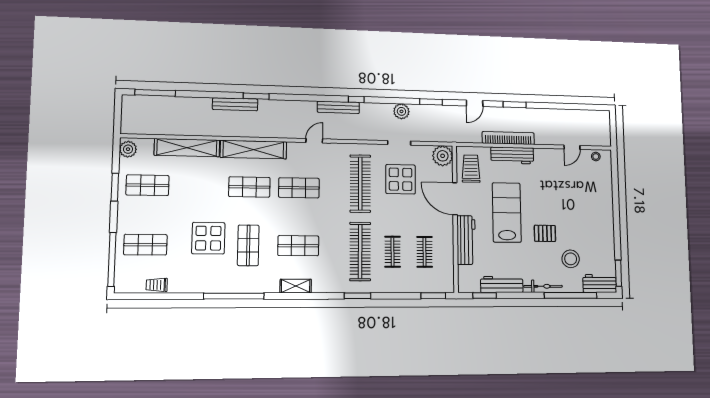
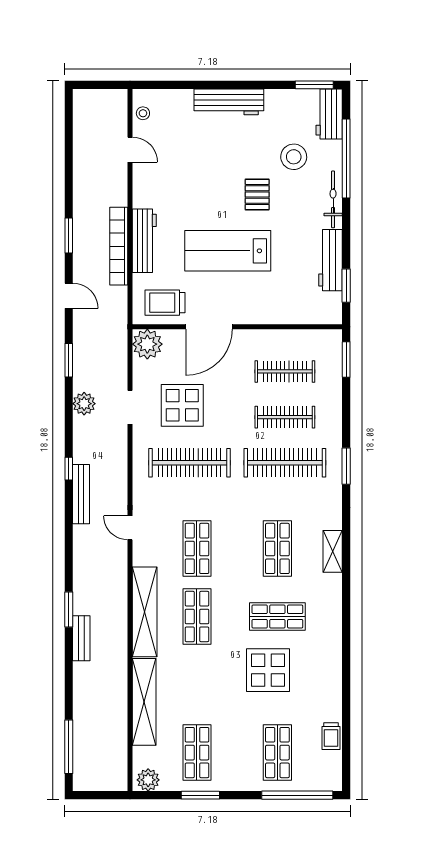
bench: (235, 104) -> (81, 638), width x0.73
workbench: (466, 240) -> (229, 102), moved, turned 180
clothes rail: (393, 252) -> (285, 417), width x1.36
clothes rail: (425, 252) -> (285, 371), width x1.36
window: (234, 296) -> (346, 634), removed

